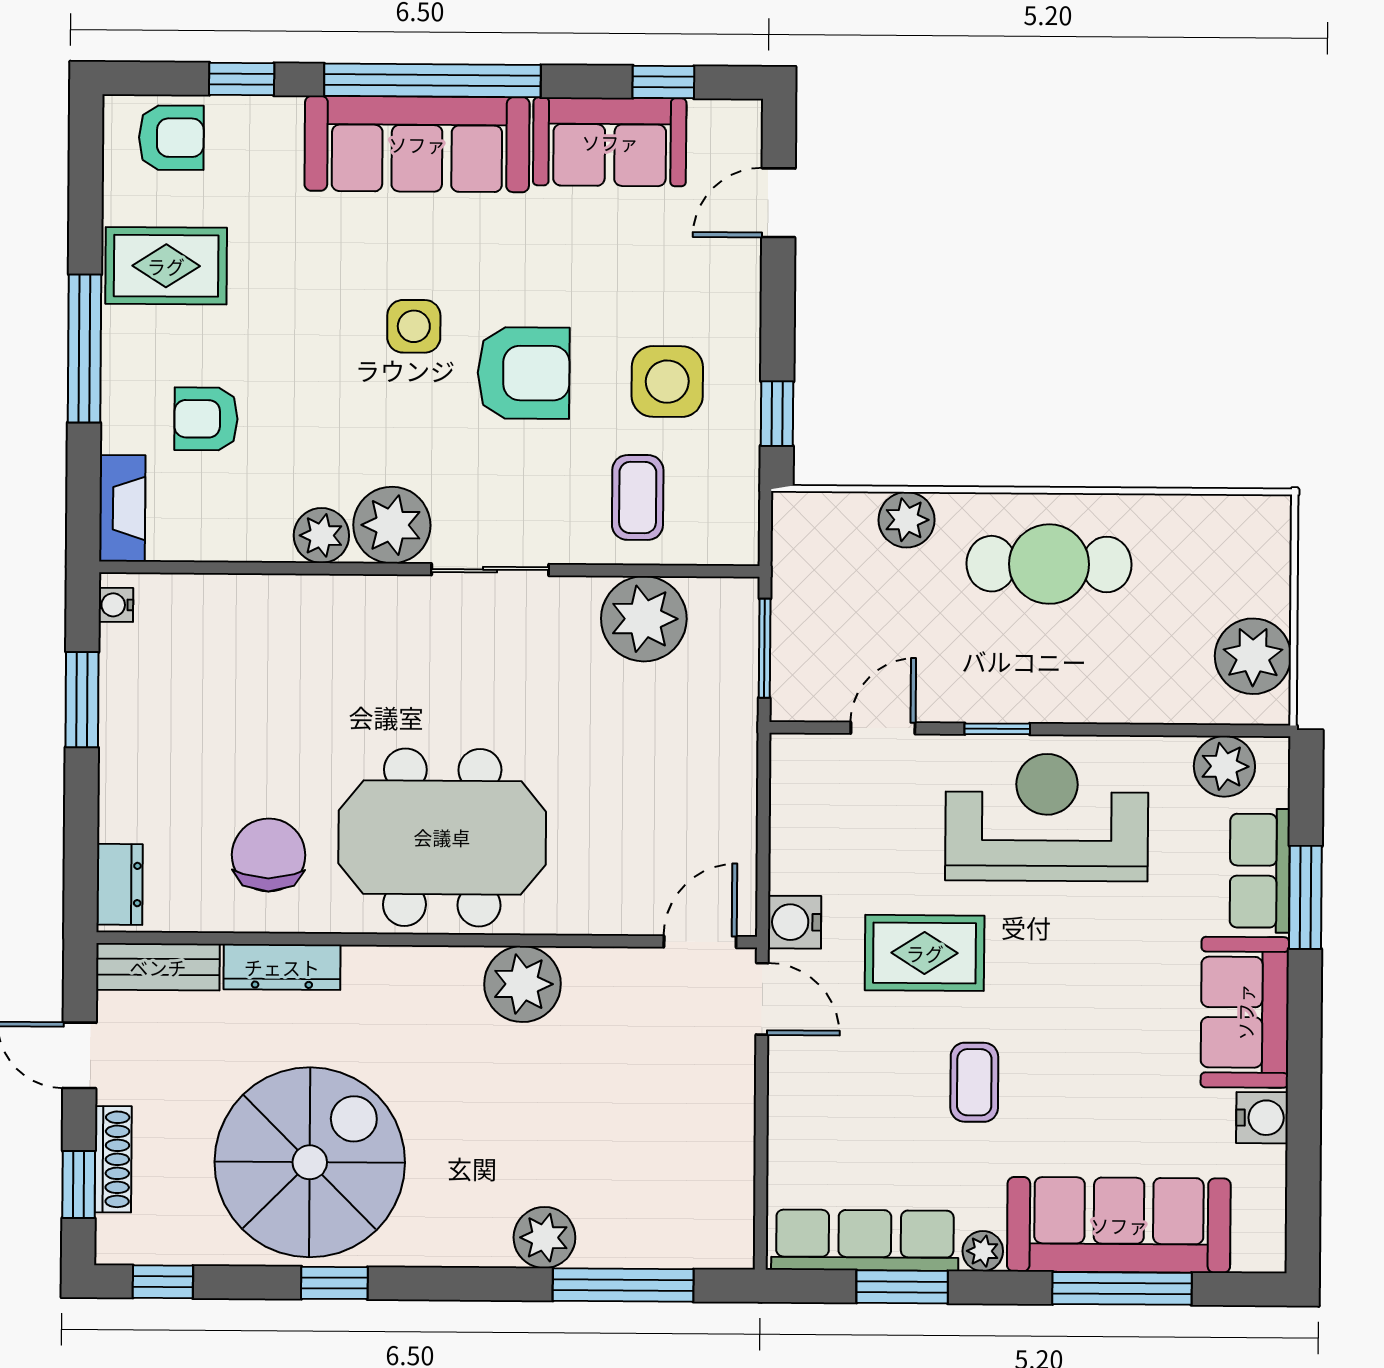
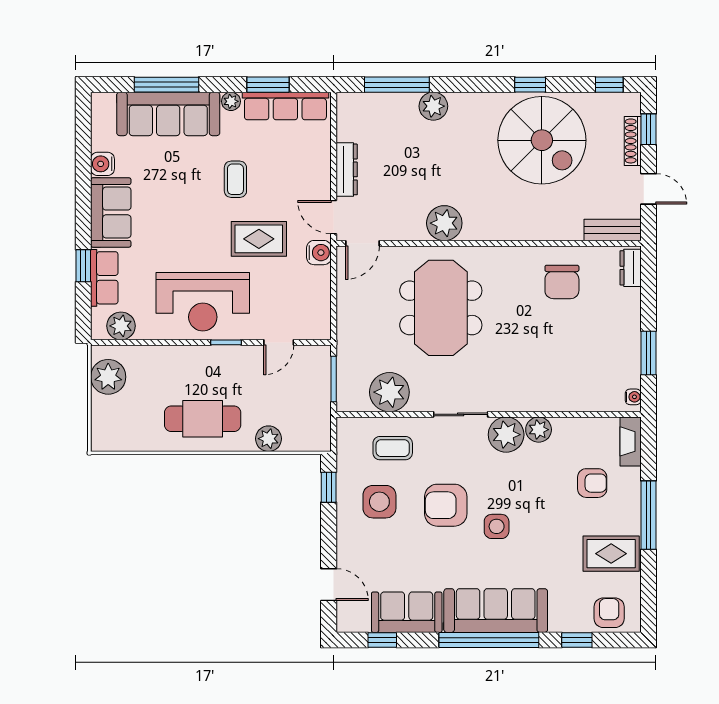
armchair: (171, 138) -> (609, 613), turned 90
door: (778, 203) -> (329, 585), hinge flipped
coffee table: (638, 497) -> (393, 448), turned 90
meeting table: (442, 837) -> (441, 308), moved, turned 90
window: (1305, 897) -> (83, 266), width x0.67
dresser: (282, 967) -> (347, 169), moved, turned 90
spiral stairs: (310, 1162) -> (542, 140), turned -90

